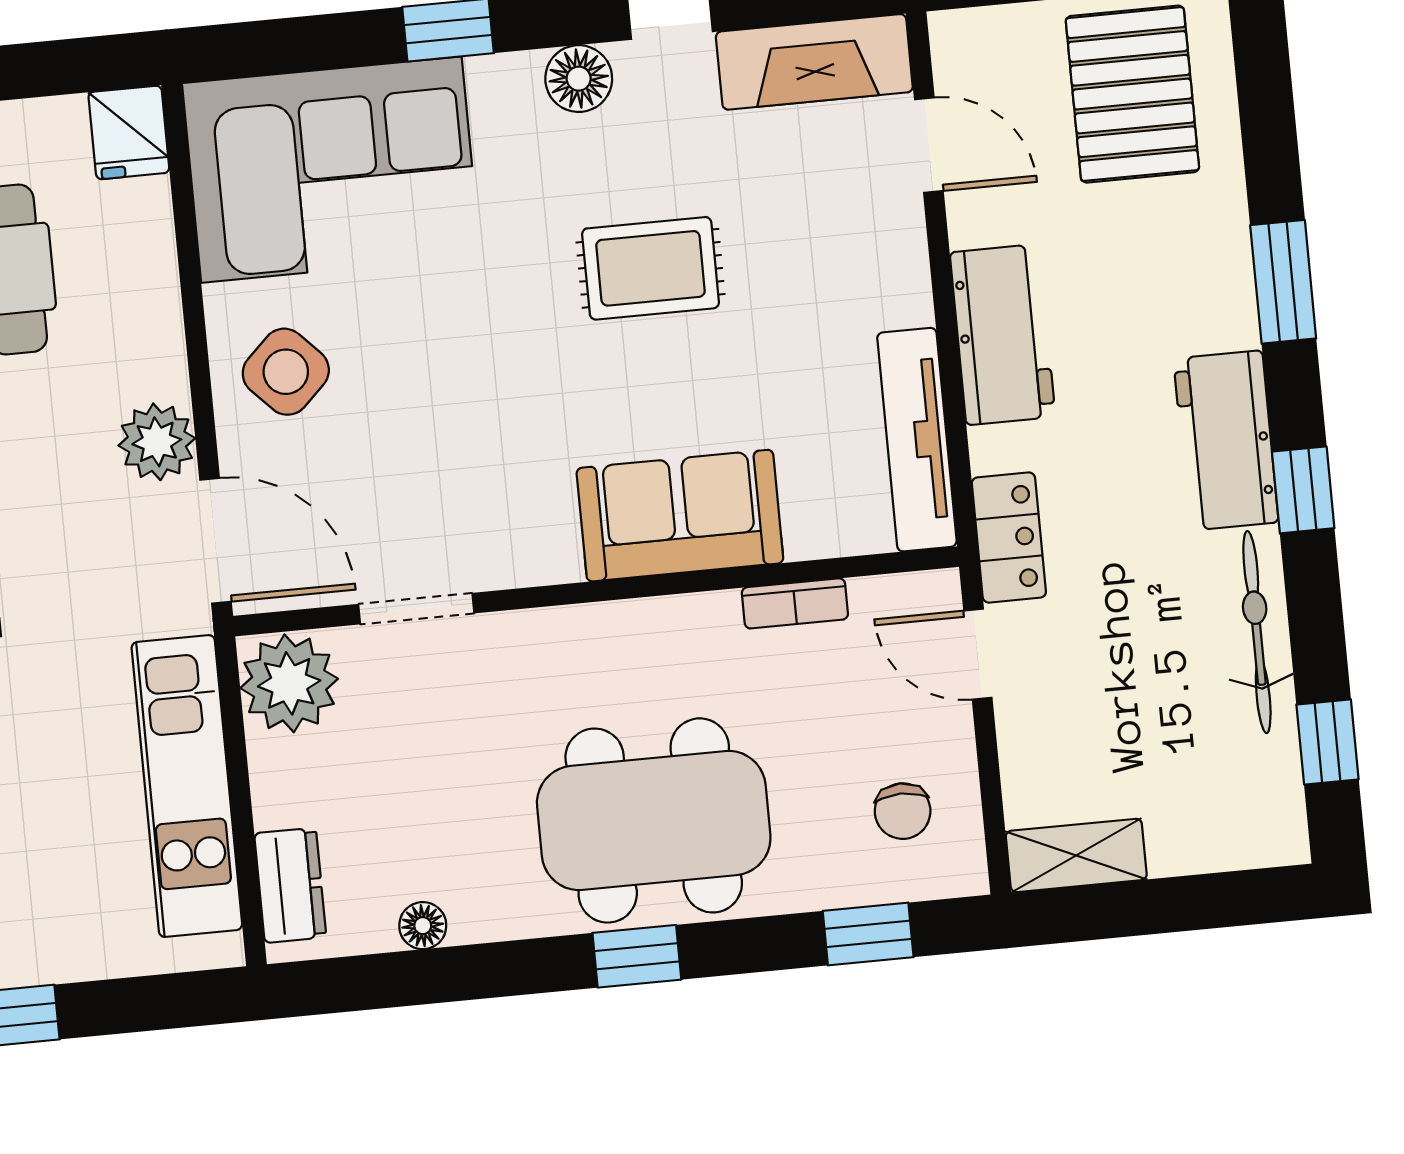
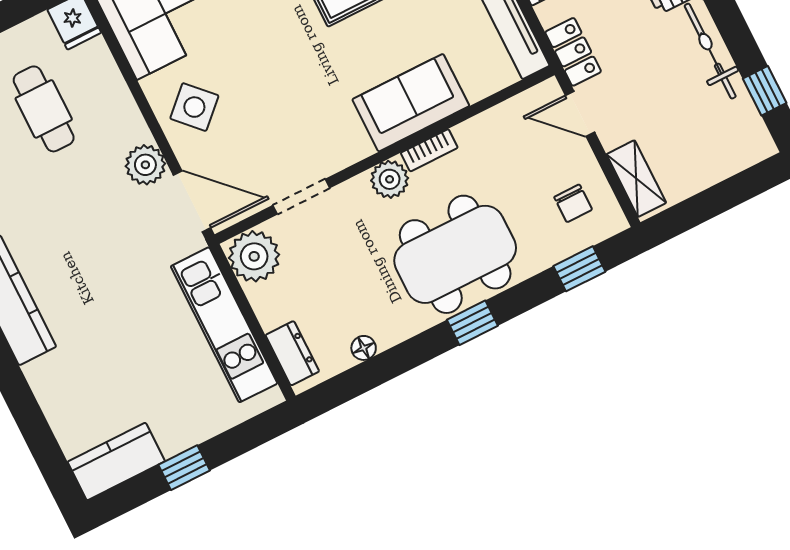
bookcase: (795, 603) -> (429, 150), moved
plant: (588, 639) -> (390, 179), added
shelving: (1076, 855) -> (636, 179), moved, turned 90

